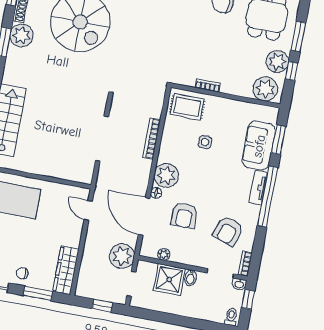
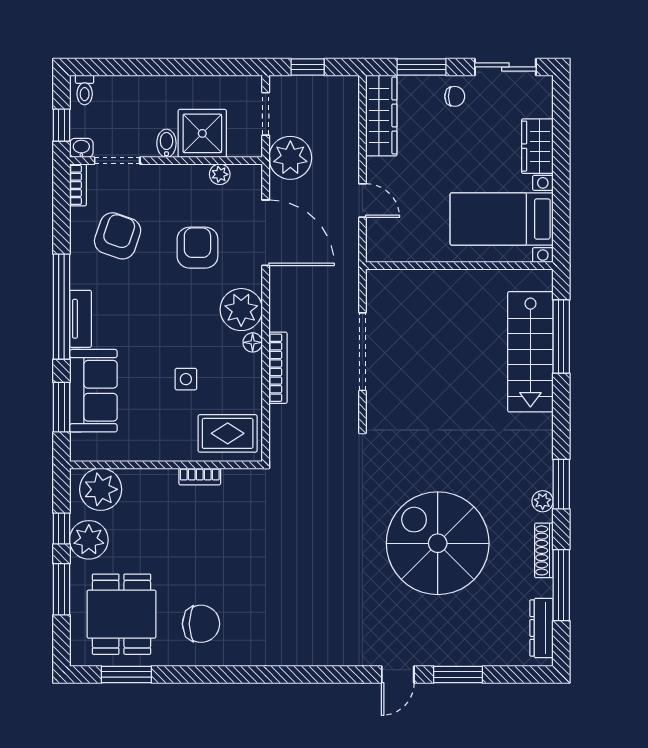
plant: (21, 35) -> (543, 501), width x0.53, depth x0.53
floor lamp: (156, 193) -> (253, 342), moved
door: (88, 210) -> (362, 201), moved

